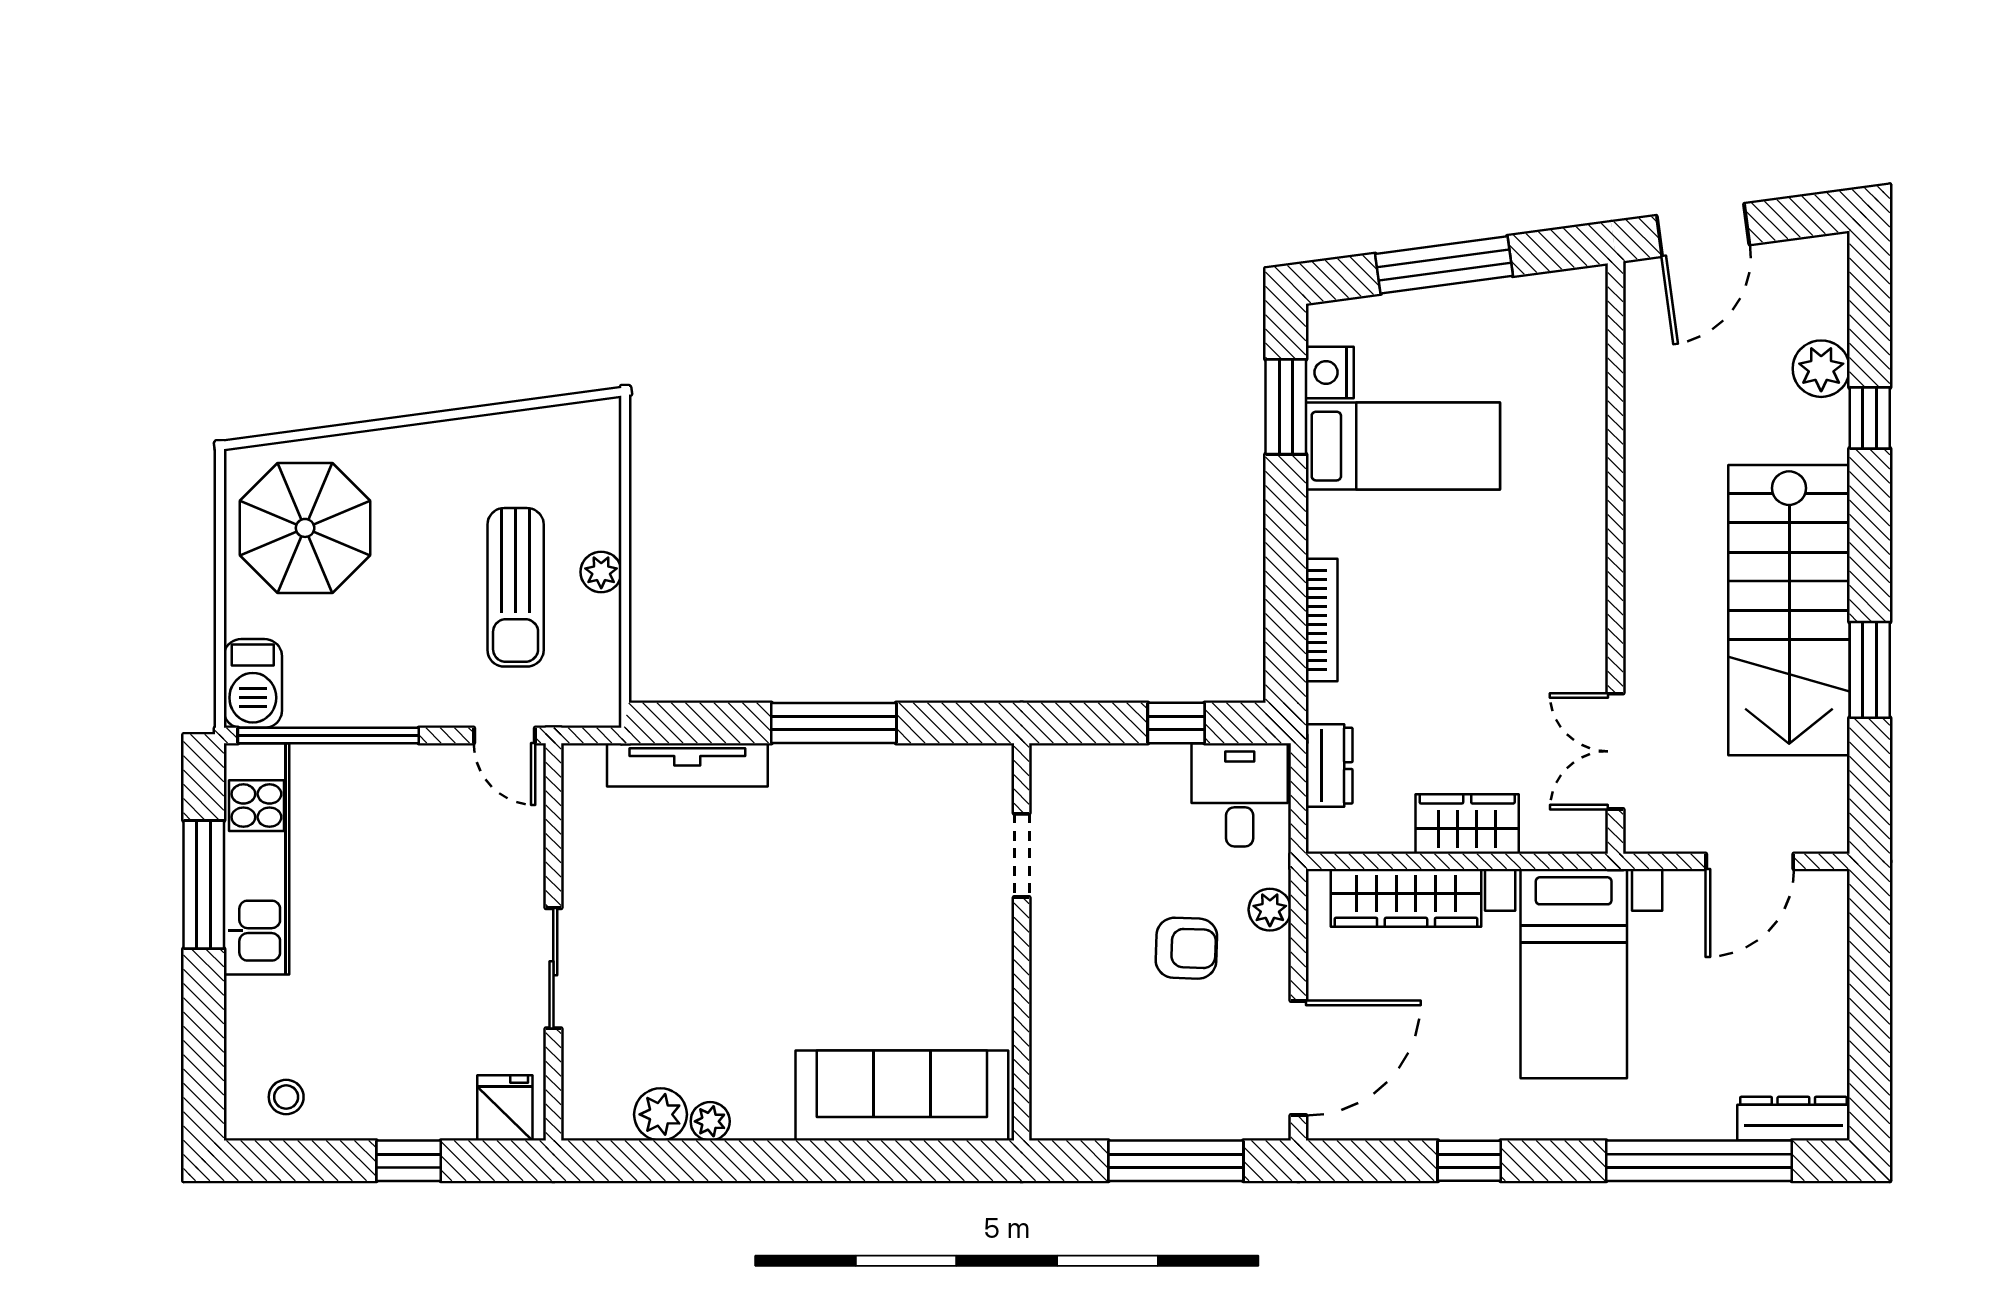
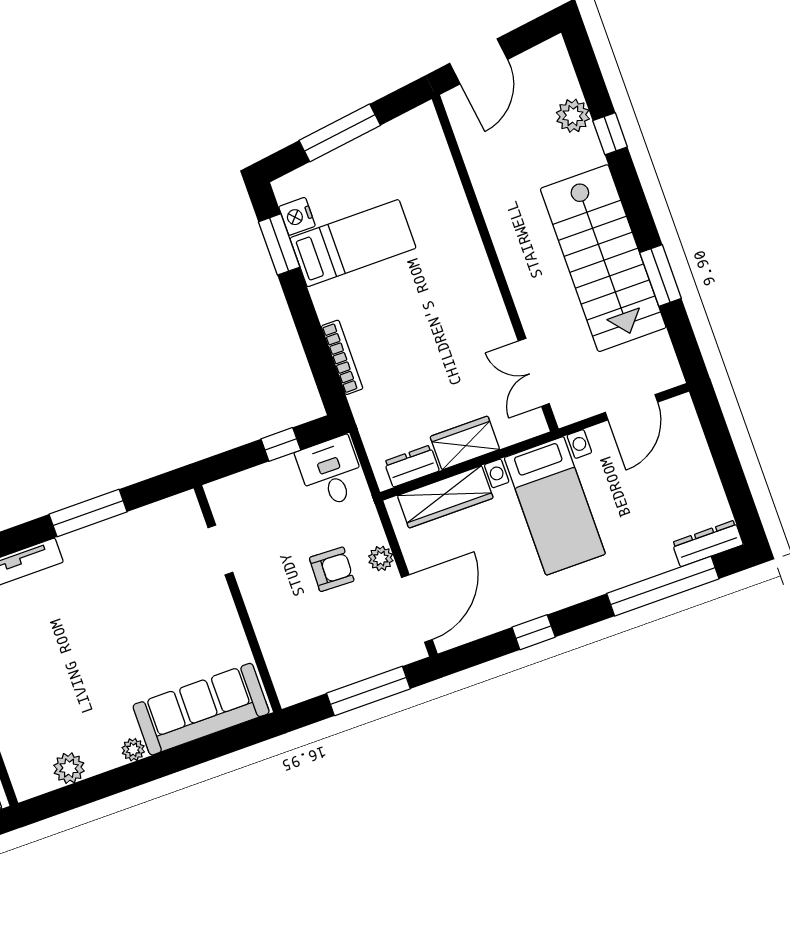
dresser: (1329, 766) -> (412, 466), moved, turned -90
plant: (1270, 910) -> (381, 558), moved
plant: (710, 1121) -> (133, 750), moved

